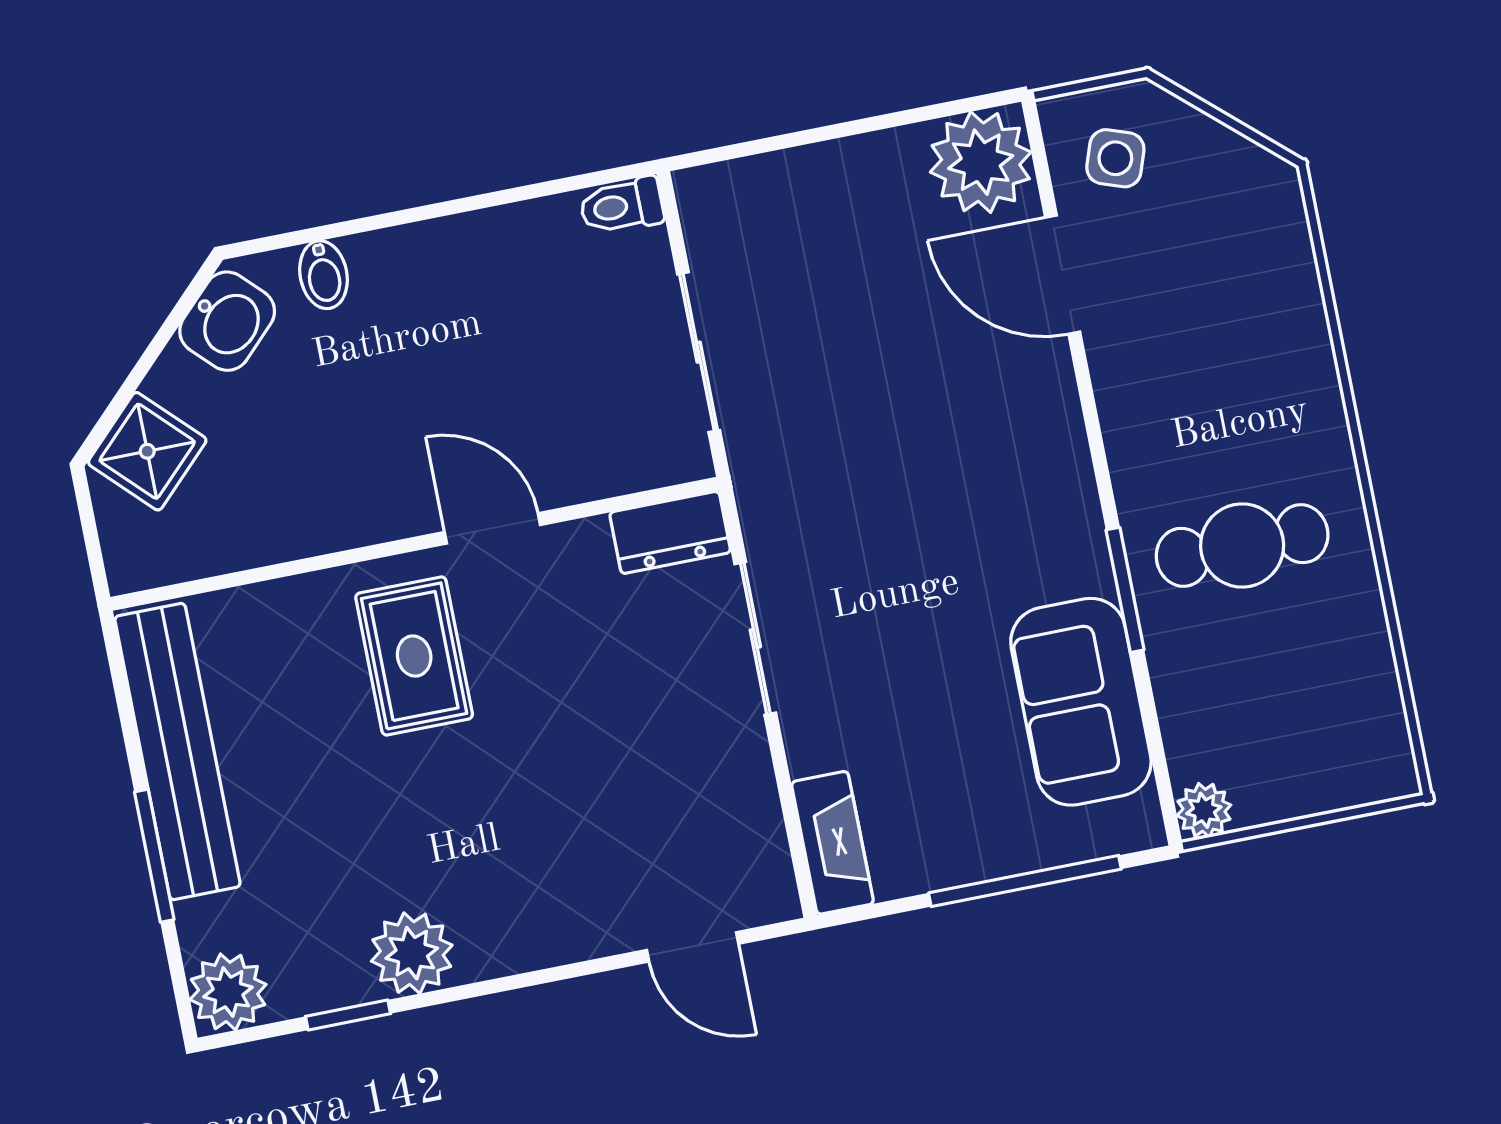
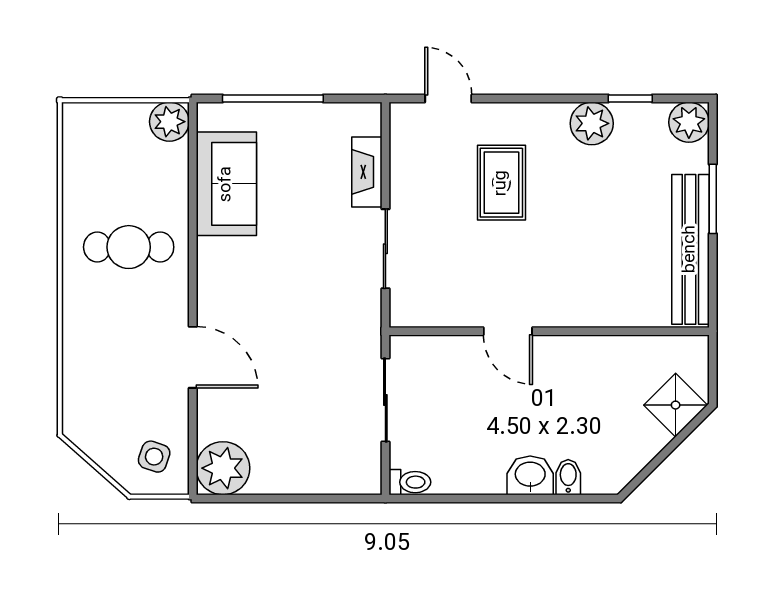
door: (1063, 275) -> (193, 357), moved
washbasin: (227, 321) -> (530, 475), moved, turned 45
dresser: (670, 532) -> (418, 311), removed
window: (1125, 590) -> (193, 236), removed
rug: (414, 656) -> (501, 183), moved
plant: (1204, 810) -> (169, 122), width x1.38, depth x1.38
fireplace: (832, 843) -> (367, 172), moved

